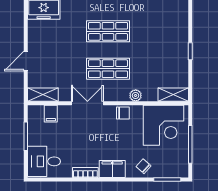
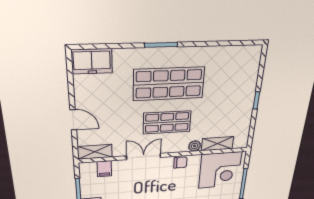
shop shelf: (108, 31) -> (169, 84), width x1.43, depth x1.36
door: (26, 61) -> (73, 120), swing flipped
shelving: (173, 95) -> (218, 144), moved

